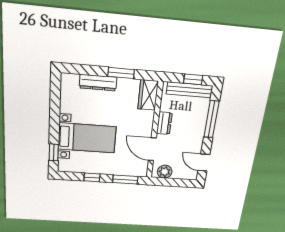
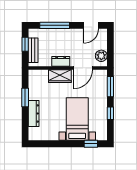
bench: (190, 90) -> (33, 50), width x0.73
wardrobe: (148, 95) -> (60, 76), moved

